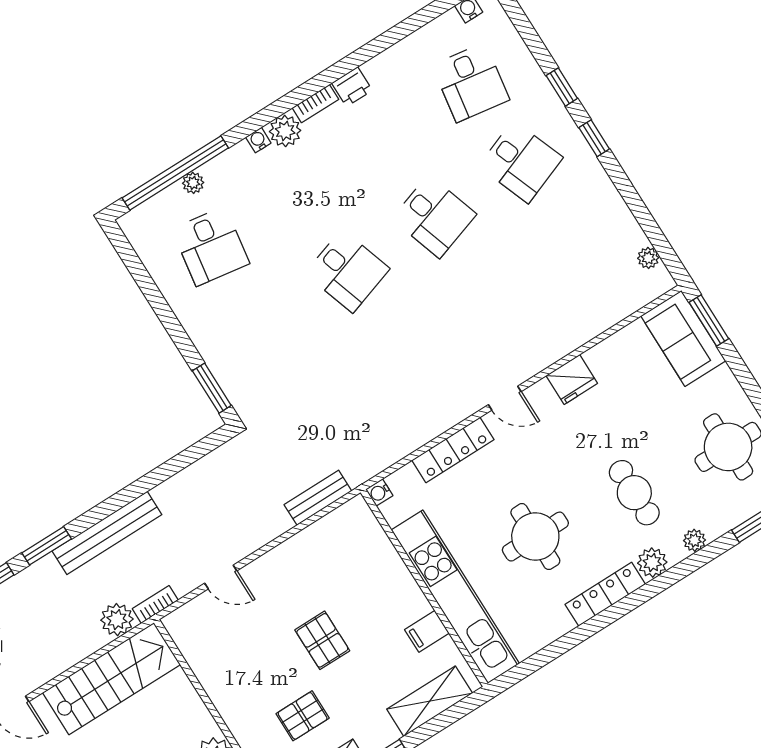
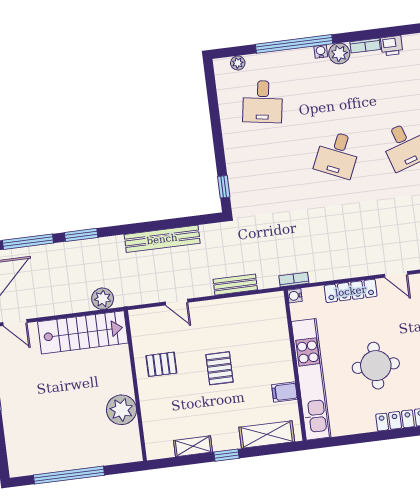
window: (175, 173) -> (294, 44), moved
plant: (193, 183) -> (238, 63), moved
desk: (347, 271) -> (337, 155), turned 42
window: (212, 388) -> (224, 187), width x0.67
bench: (318, 498) -> (235, 285), moved
bench: (107, 533) -> (162, 239), moved
bookcase: (155, 604) -> (294, 280), moved
pallet: (303, 716) -> (161, 364), moved

